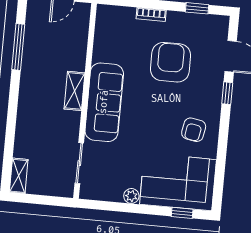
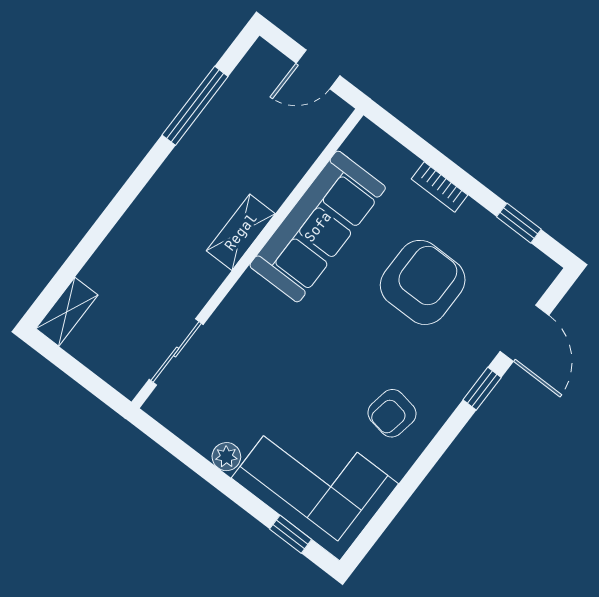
sofa: (104, 102) -> (318, 227), moved

